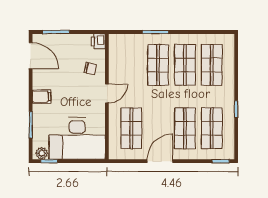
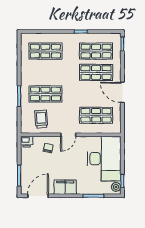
trolley: (127, 60) -> (41, 119), added
shop shelf: (185, 65) -> (45, 72), removed
door: (107, 93) -> (68, 135), swing flipped
filing cabinet: (42, 97) -> (65, 187), width x2.00

